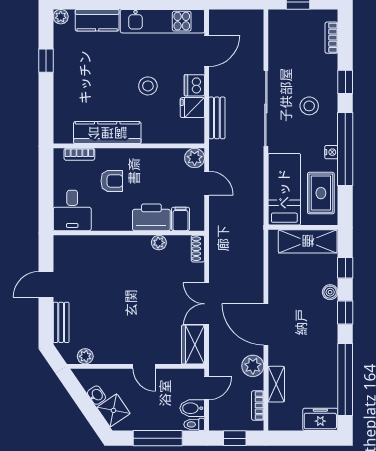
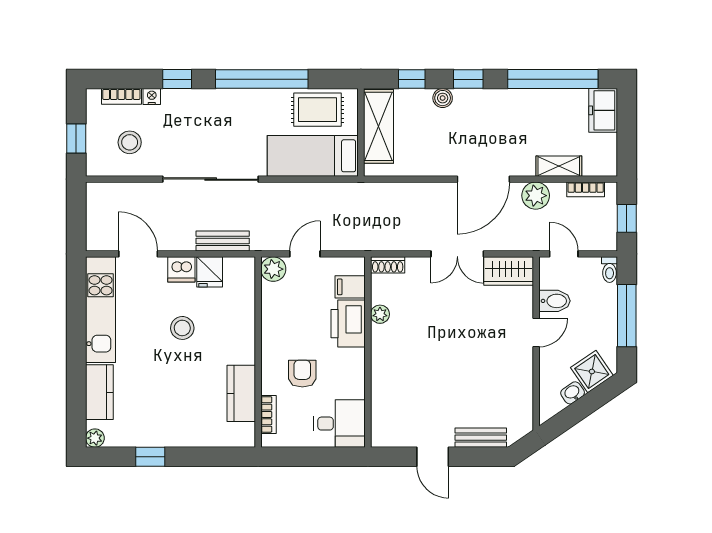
stool: (309, 106) -> (130, 142), moved
kitchen counter: (107, 133) -> (241, 393), width x0.67
nightstand: (331, 152) -> (152, 97), moved
plant: (85, 356) -> (524, 407), removed
bidet: (192, 408) -> (555, 301), moved, turned -90

